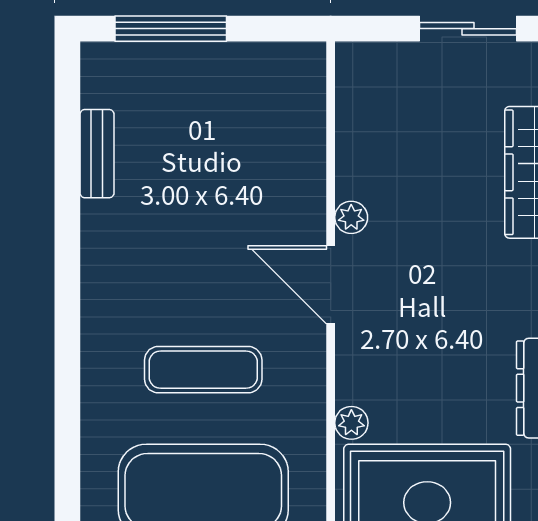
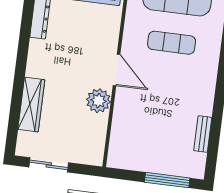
plant: (351, 217) -> (98, 101), width x1.88, depth x1.88
plant: (351, 423) -> (115, 14), removed

